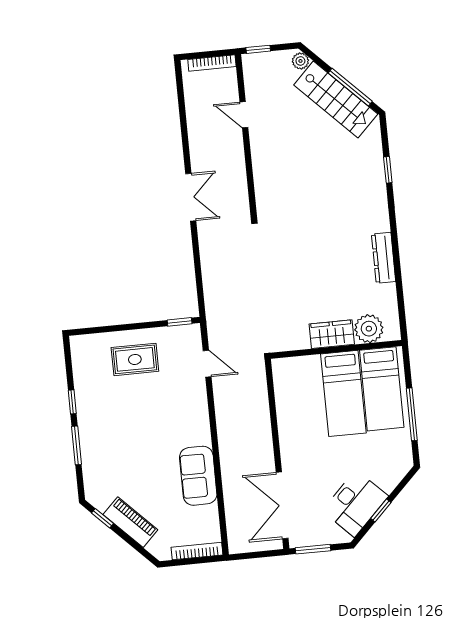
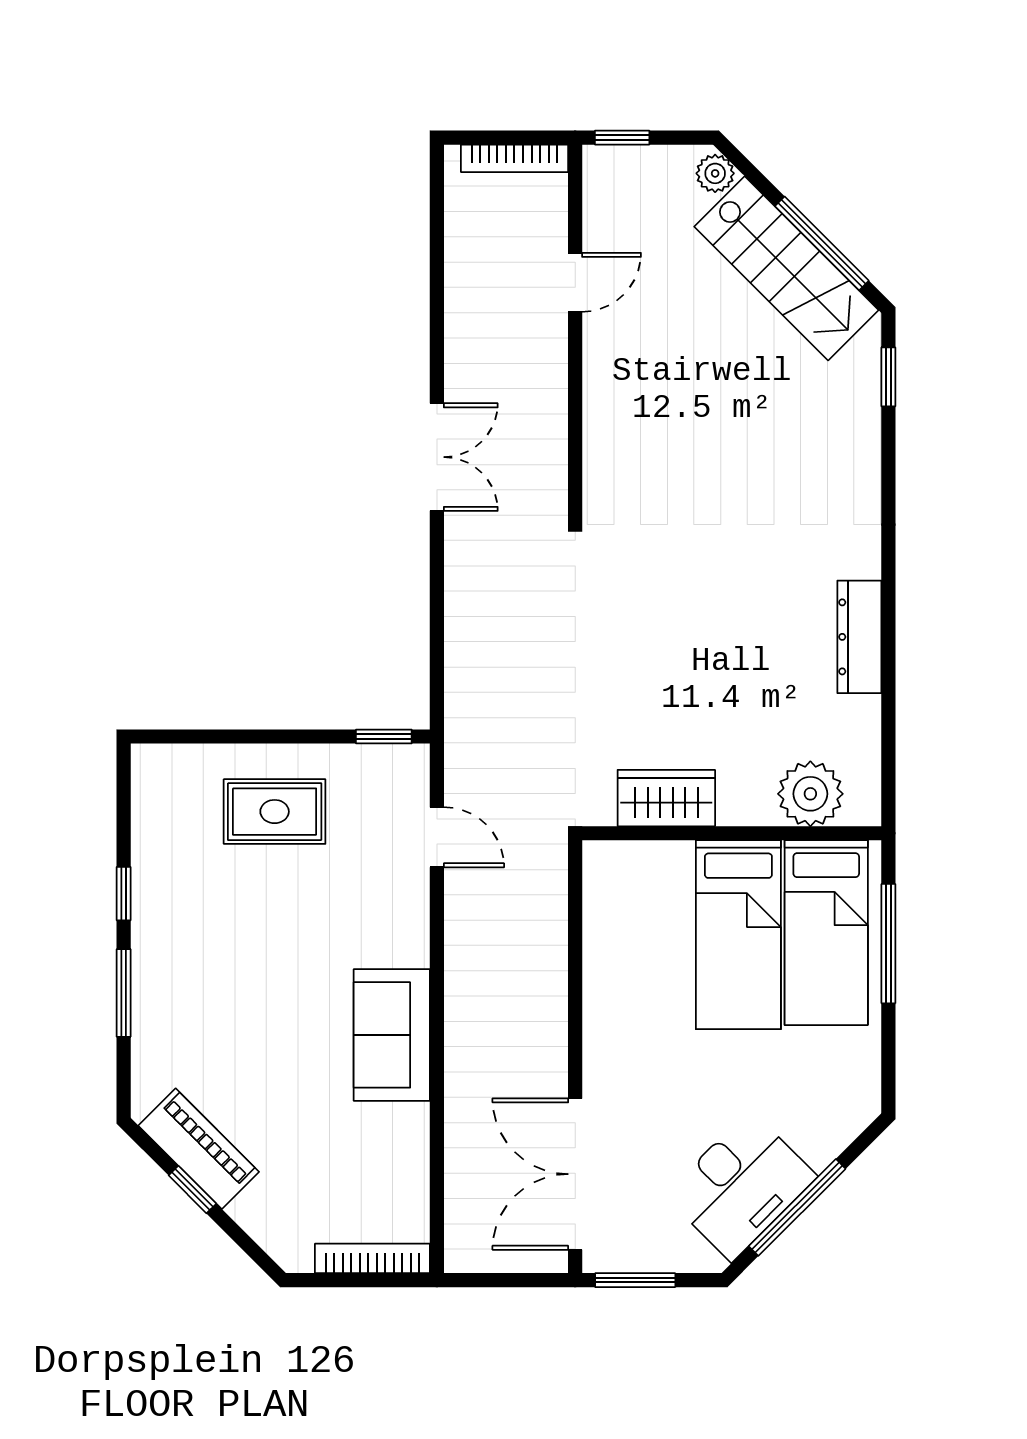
door: (244, 115) -> (575, 282), swing flipped
window: (388, 170) -> (888, 377), moved
wardrobe: (332, 334) -> (666, 798), moved
window: (412, 414) -> (888, 944), moved
sofa: (198, 476) -> (392, 1035), moved
window: (381, 510) -> (797, 1207), width x2.17
window: (102, 518) -> (192, 1190), moved
piano: (130, 522) -> (199, 1149), moved

